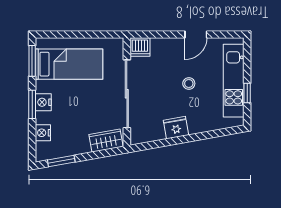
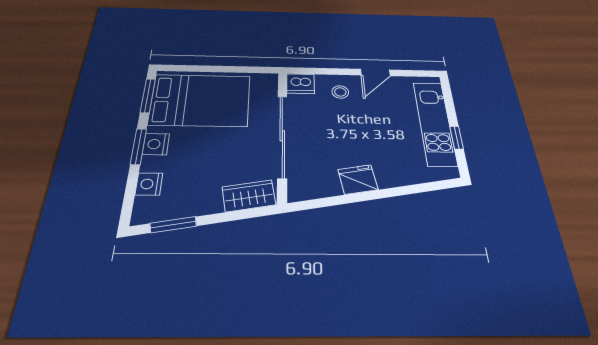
bed: (69, 64) -> (200, 100), width x1.50
stool: (189, 84) -> (340, 92), moved

